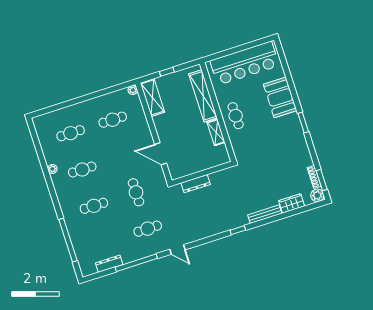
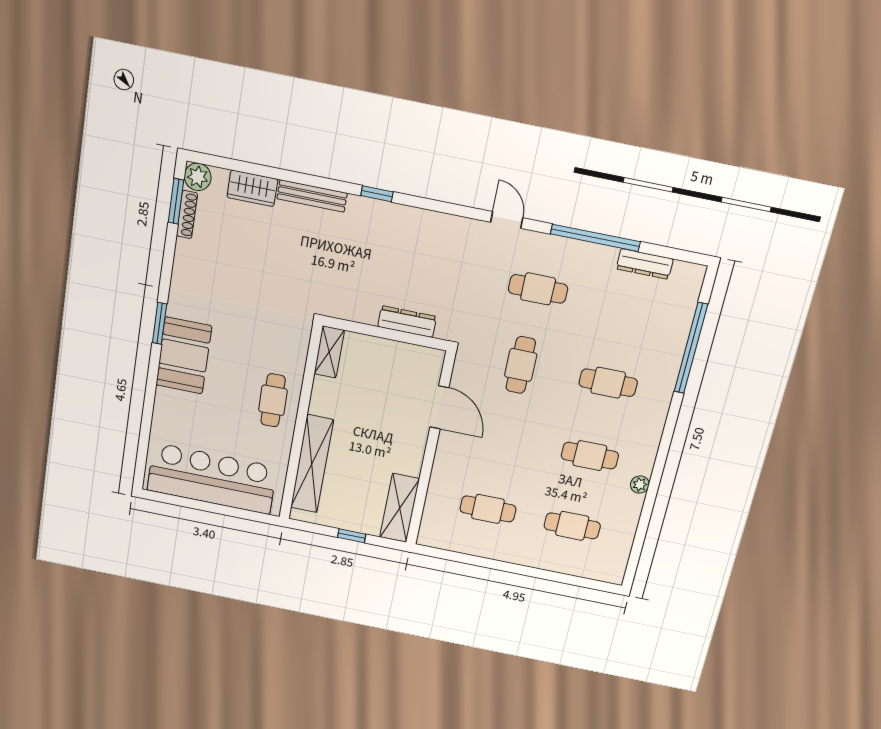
plant: (133, 90) -> (426, 538), removed
booth: (280, 97) -> (184, 356), moved
shelving: (216, 132) -> (329, 352), moved

